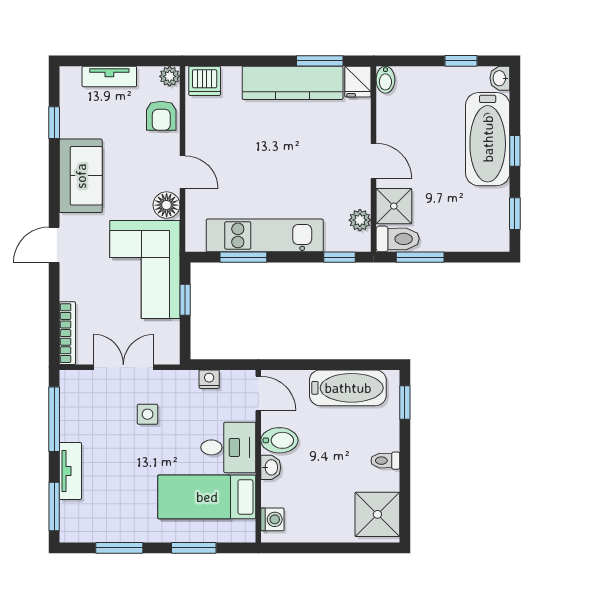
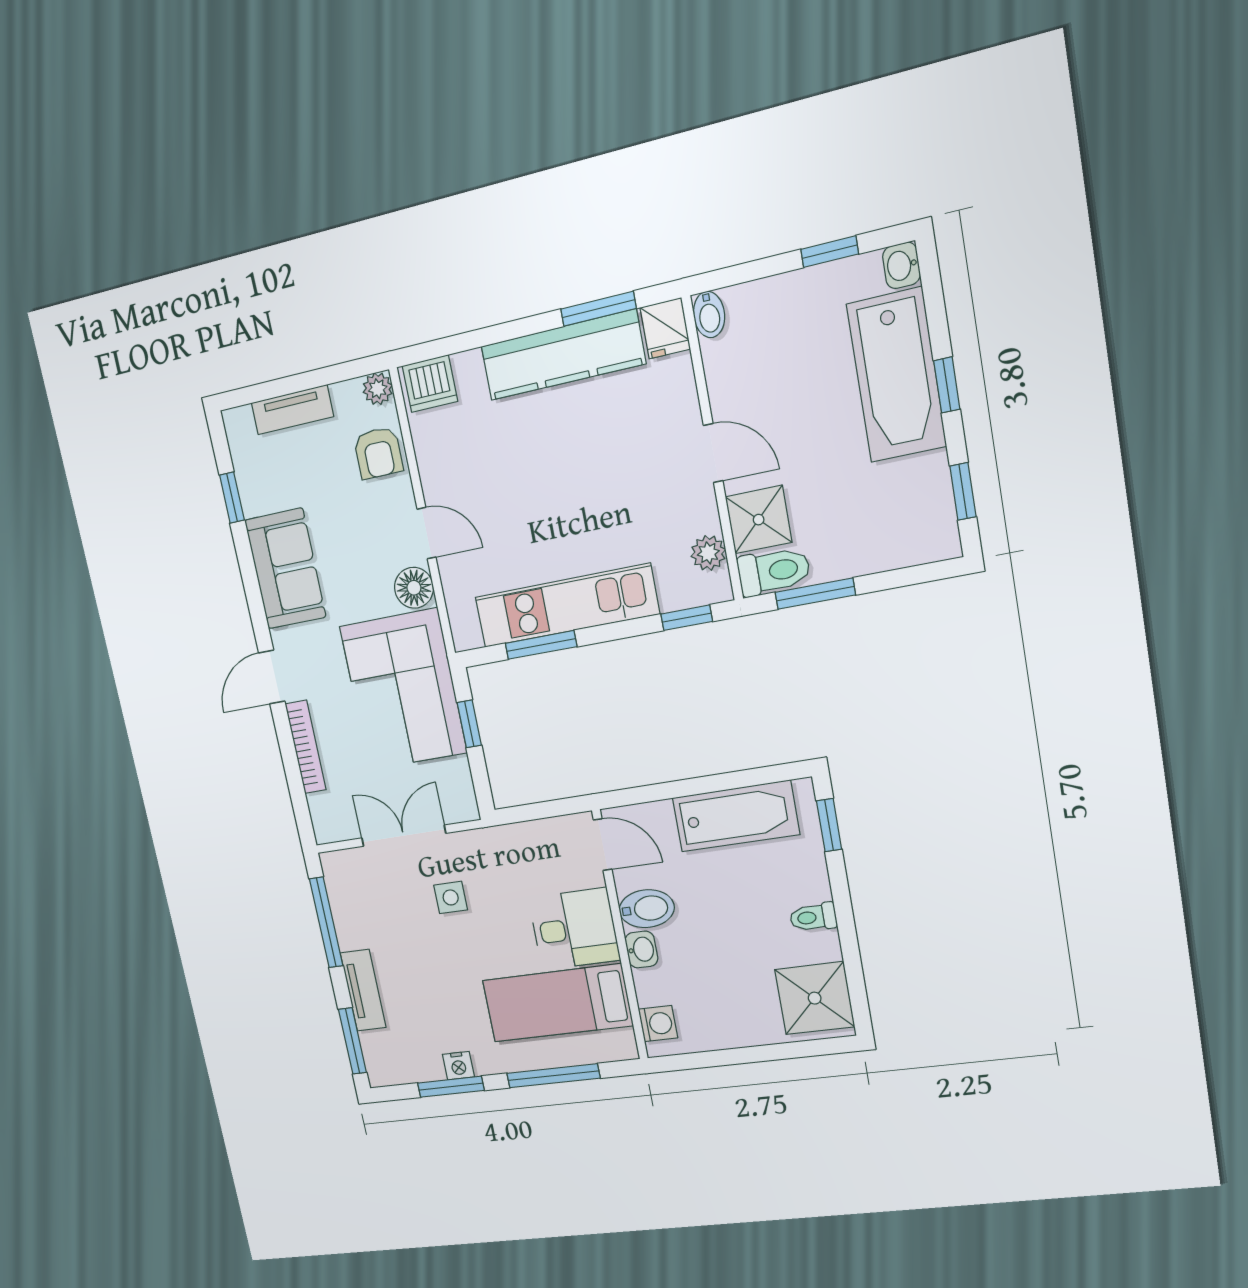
bookcase: (67, 333) -> (306, 747), moved
nightstand: (209, 379) -> (458, 1066), moved, turned 180
window: (194, 548) -> (553, 1076), width x1.44

